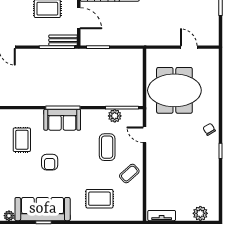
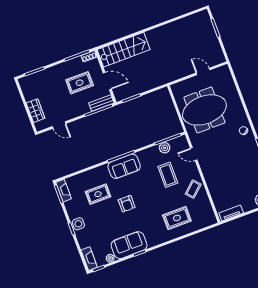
rug: (22, 140) -> (98, 194), turned 90
sofa: (43, 209) -> (129, 245), width x0.73

